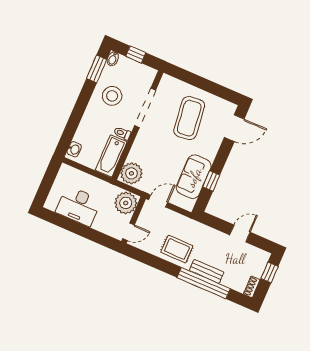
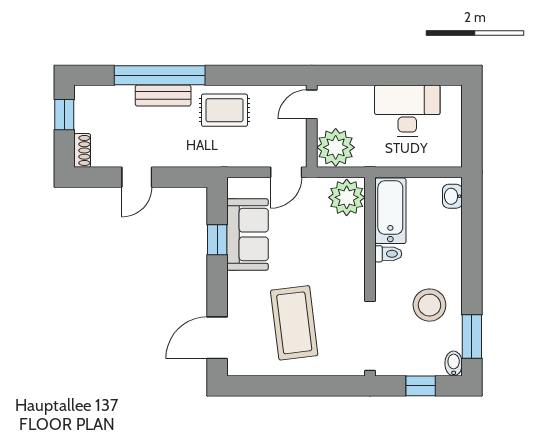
doorway: (145, 108) -> (370, 336), moved
window: (269, 272) -> (64, 115), moved
shoe rack: (252, 287) -> (82, 150), moved

